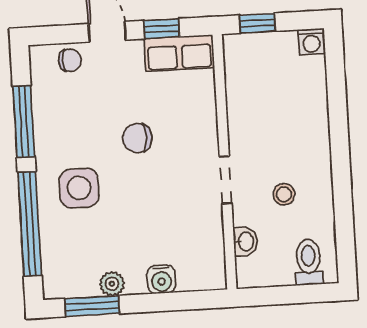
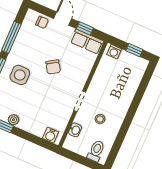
window: (257, 23) -> (134, 50), moved
washing machine: (311, 42) -> (114, 52), moved
chair: (137, 138) -> (53, 67), turned -122
water cooler: (161, 279) -> (51, 135), moved

